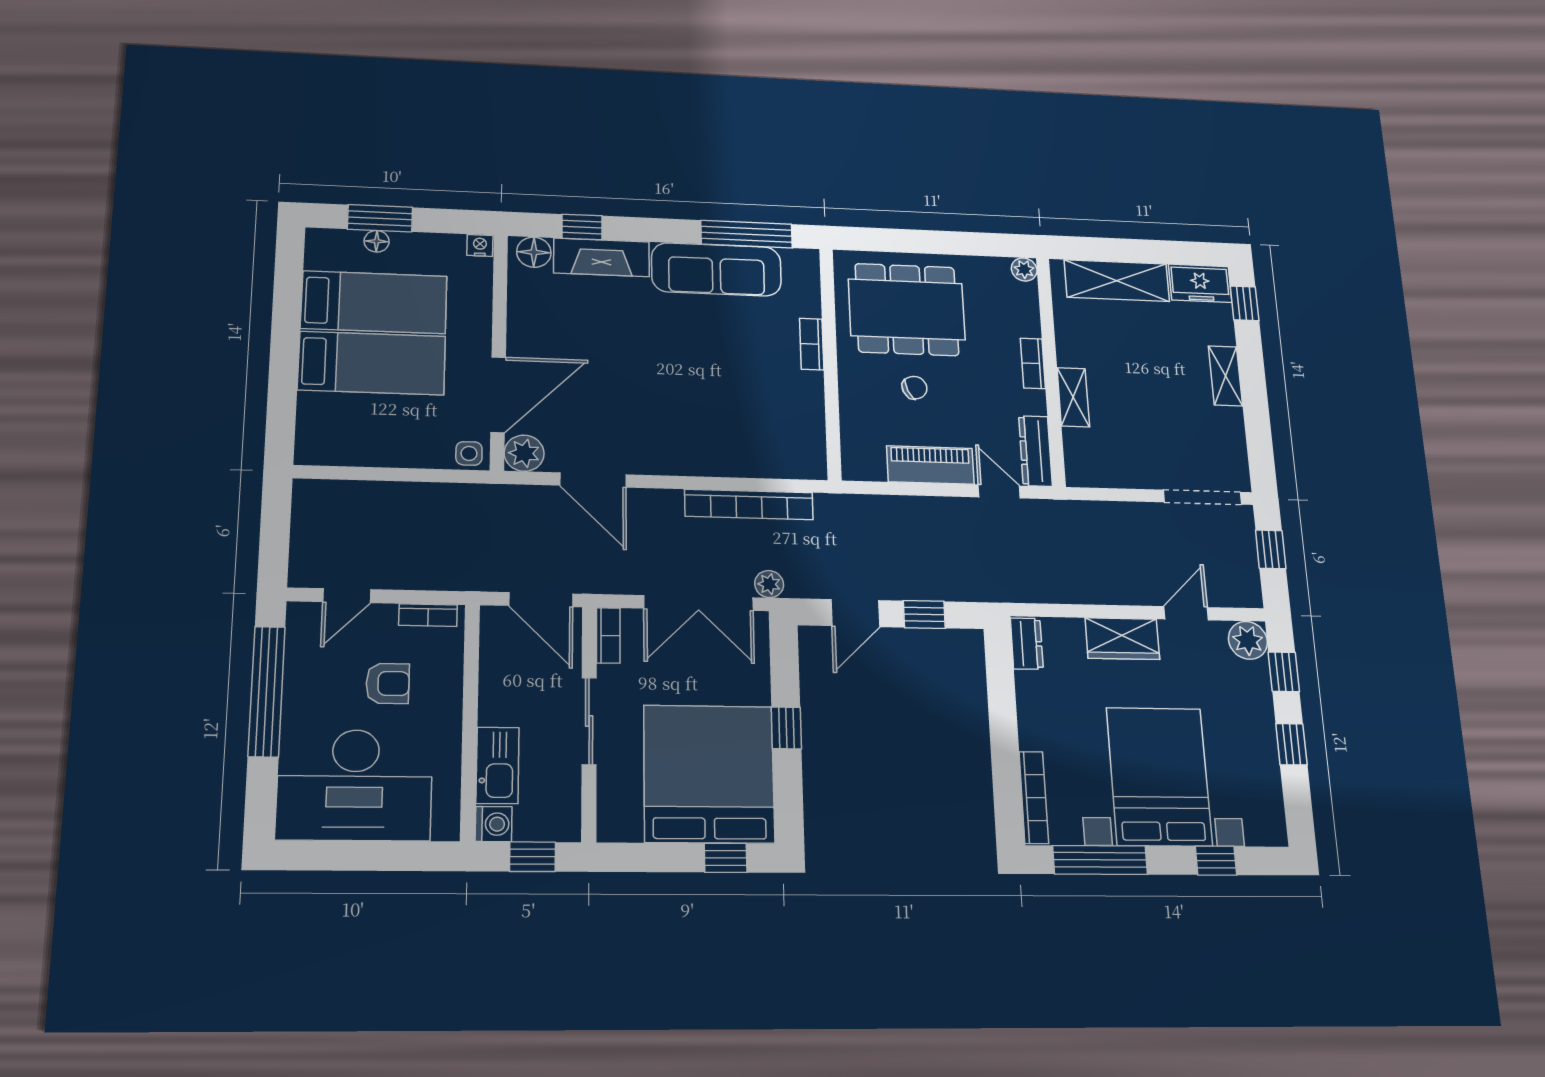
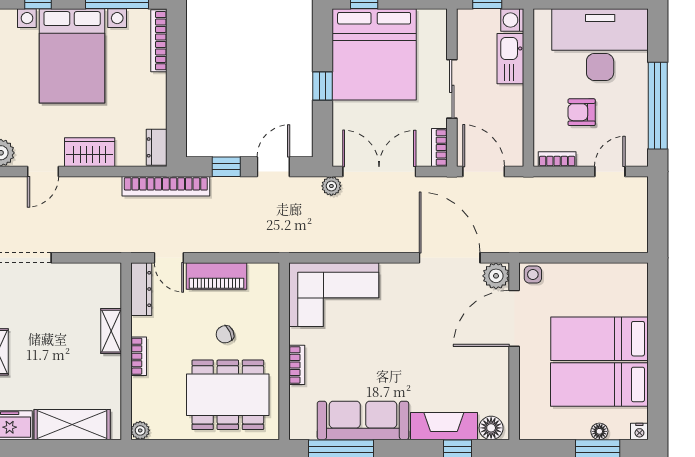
nightstand: (480, 245) -> (639, 432), moved
corner sofa: (762, 435) -> (334, 295), added
door: (593, 480) -> (450, 258), width x1.36
bookcase: (749, 504) -> (166, 186), moved, turned 180

